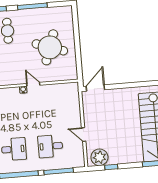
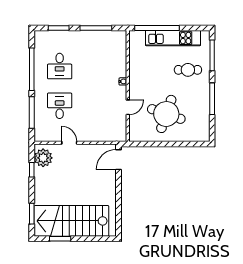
door: (33, 84) -> (128, 107), moved
door: (95, 88) -> (118, 160), swing flipped
door: (84, 135) -> (69, 143), hinge flipped

